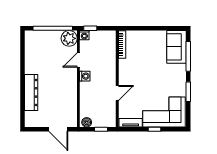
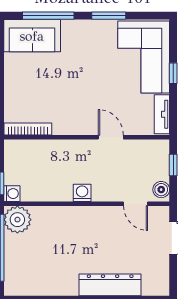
door: (78, 60) -> (136, 204), moved

